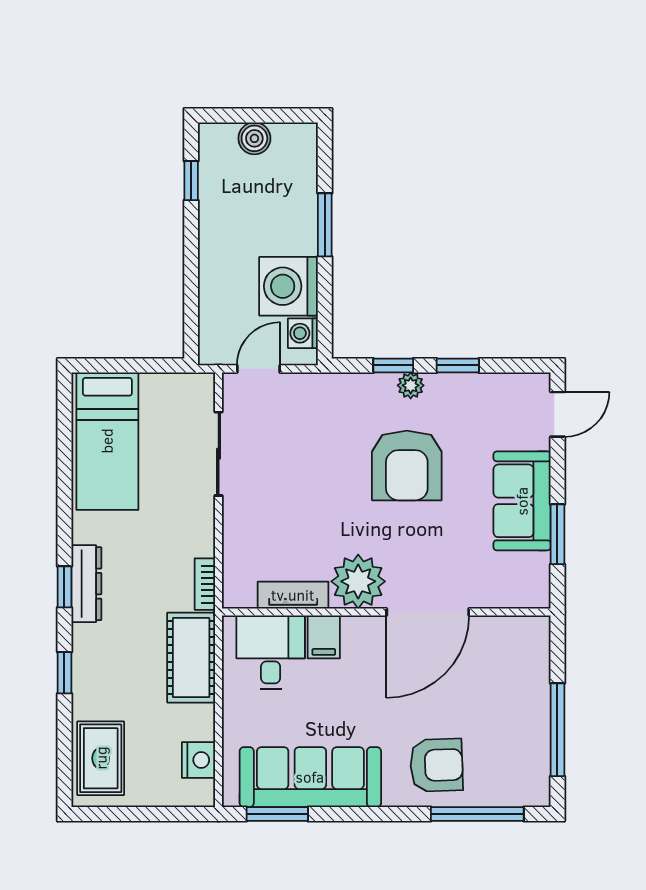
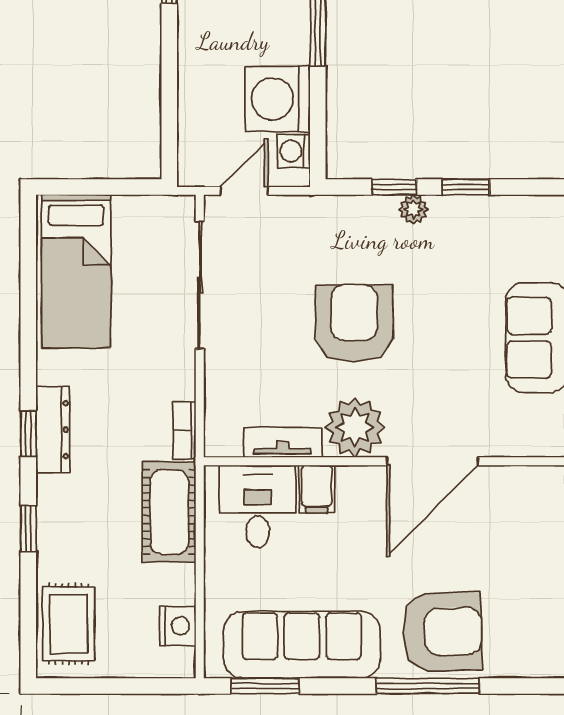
sliding door: (219, 454) -> (200, 285), width x1.37
armchair: (407, 465) -> (354, 323), moved, turned 180
armchair: (436, 765) -> (442, 632), width x1.36, depth x1.36
window: (477, 814) -> (428, 686), moved

